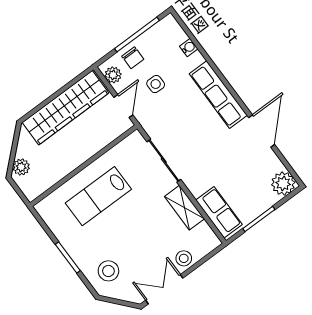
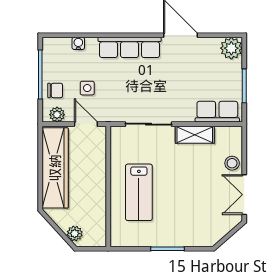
stool: (108, 271) -> (200, 226), removed

